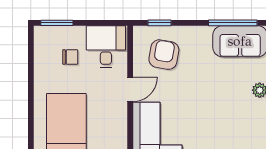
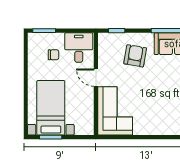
armchair: (164, 55) -> (135, 56), moved
door: (130, 89) -> (96, 78), swing flipped

